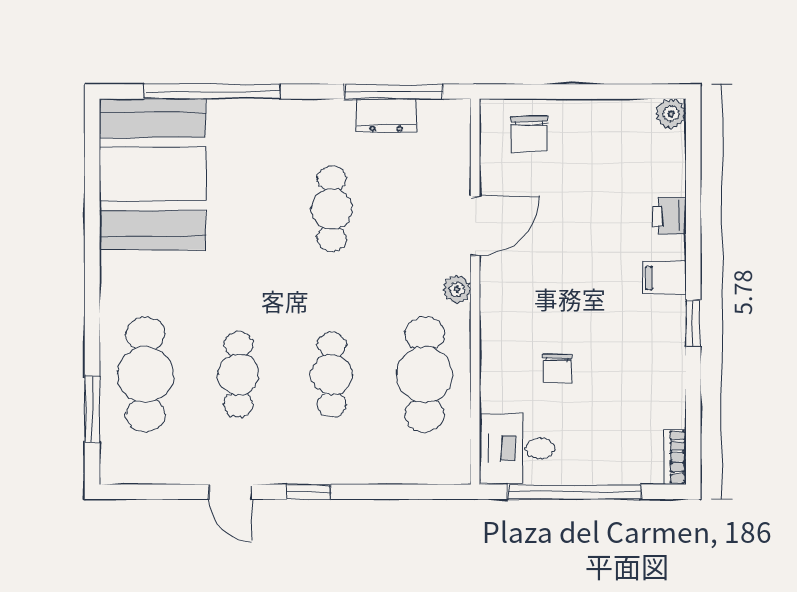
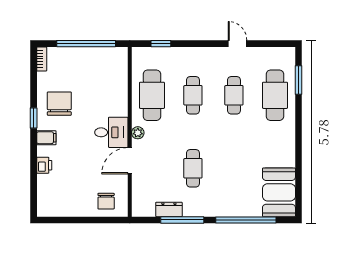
window: (394, 92) -> (182, 220), moved
plant: (671, 114) -> (43, 210), removed
chair: (529, 134) -> (106, 201), turned 180
booth: (152, 174) -> (279, 192), width x0.73, depth x0.70
chair: (557, 368) -> (59, 104), moved, width x1.87, depth x1.87
desk: (517, 448) -> (111, 132), moved
window: (308, 492) -> (161, 44), moved

